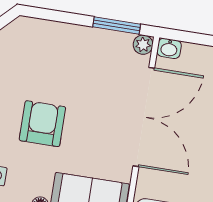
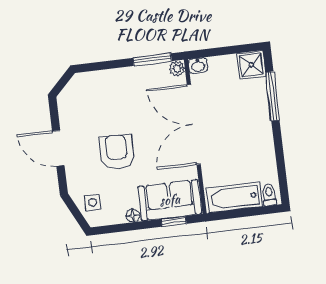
double door: (144, 117) -> (194, 124), swing flipped

